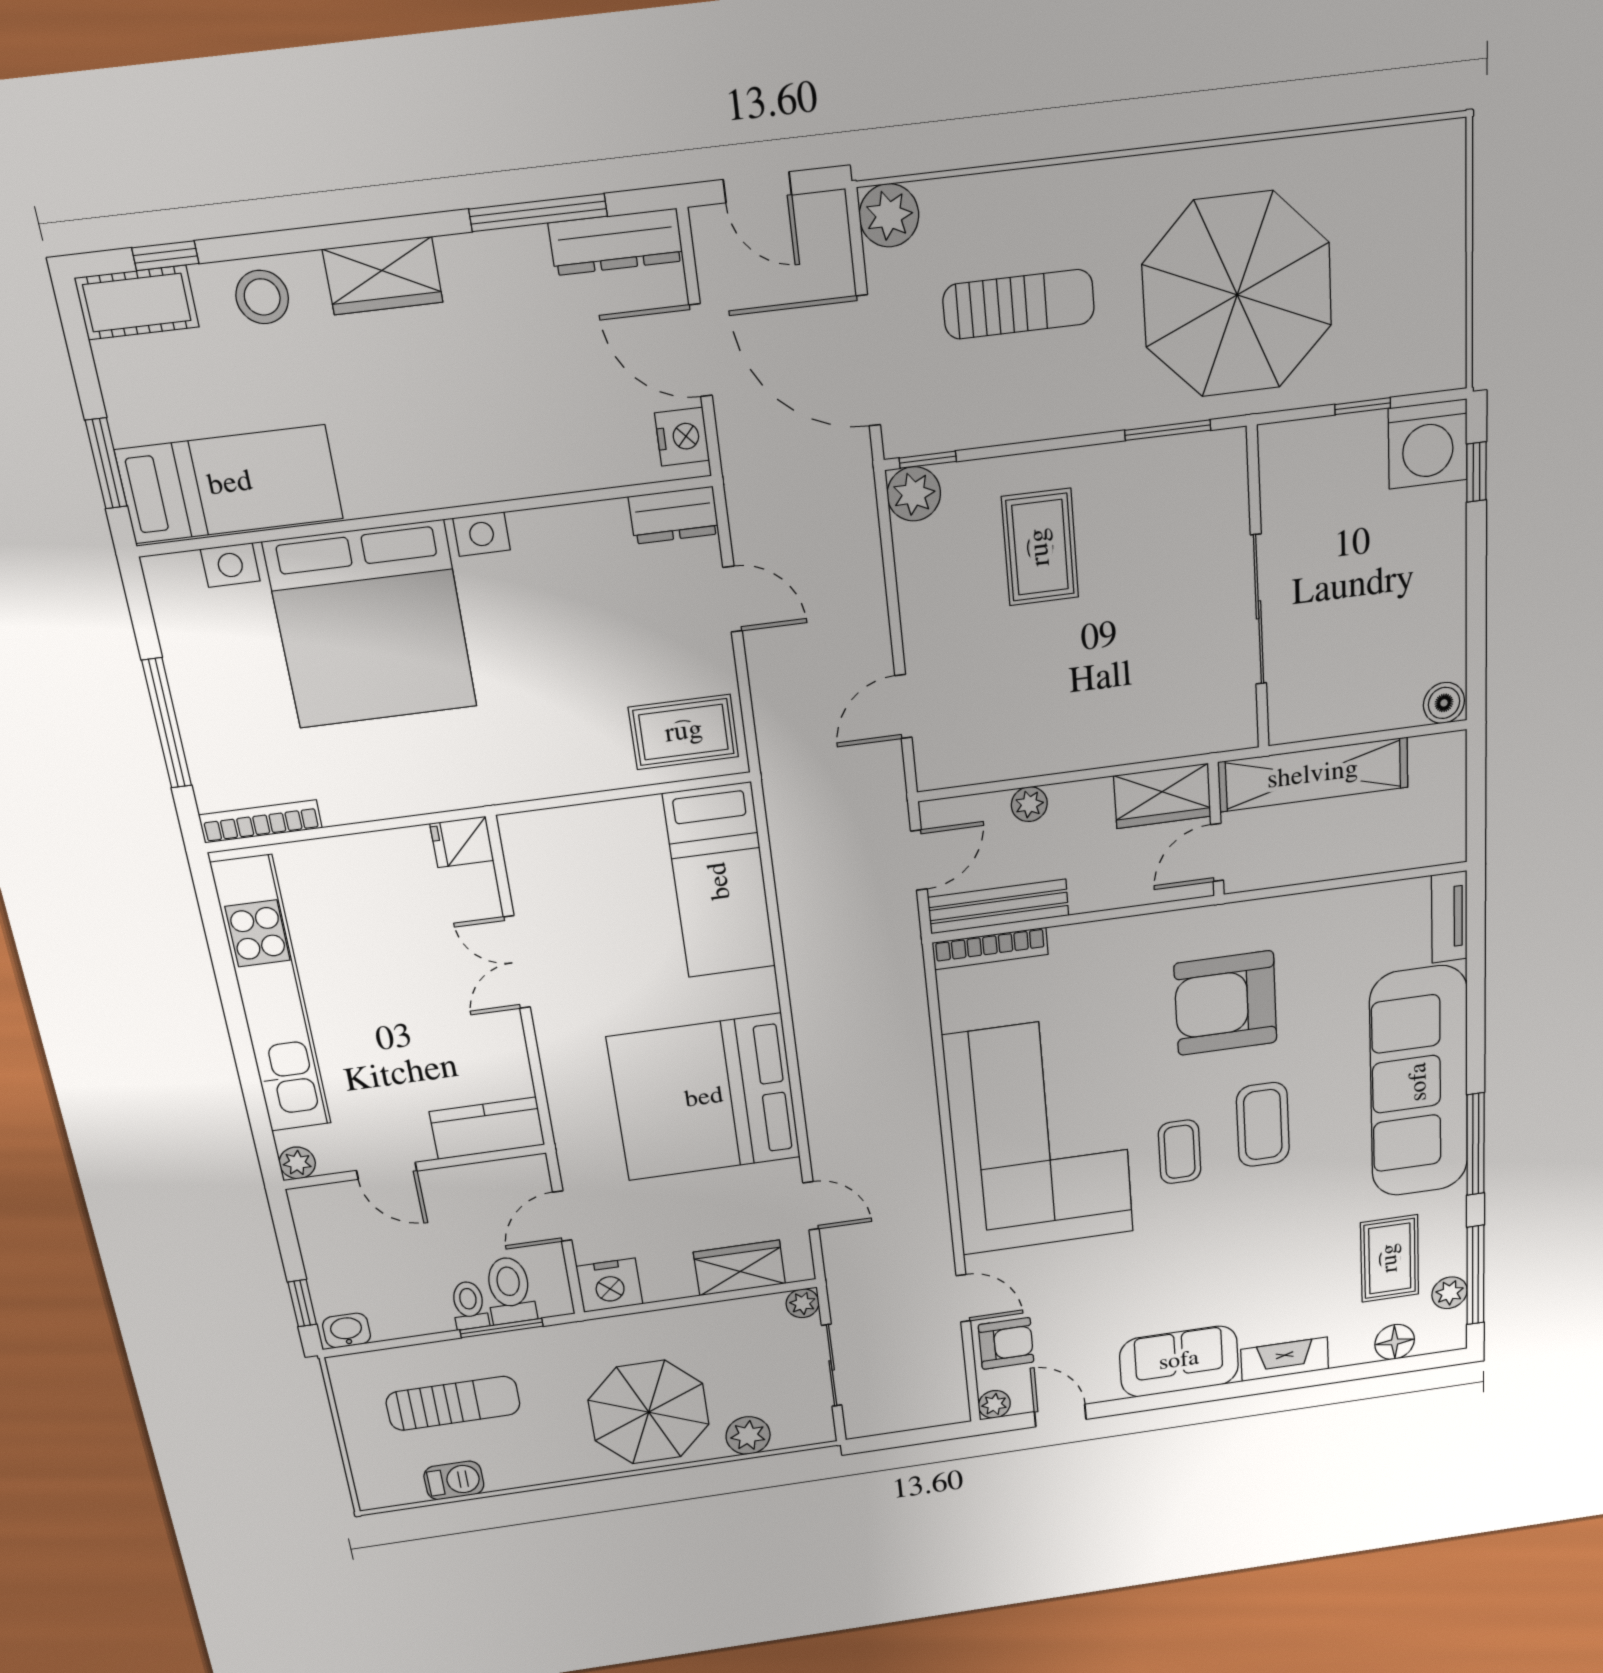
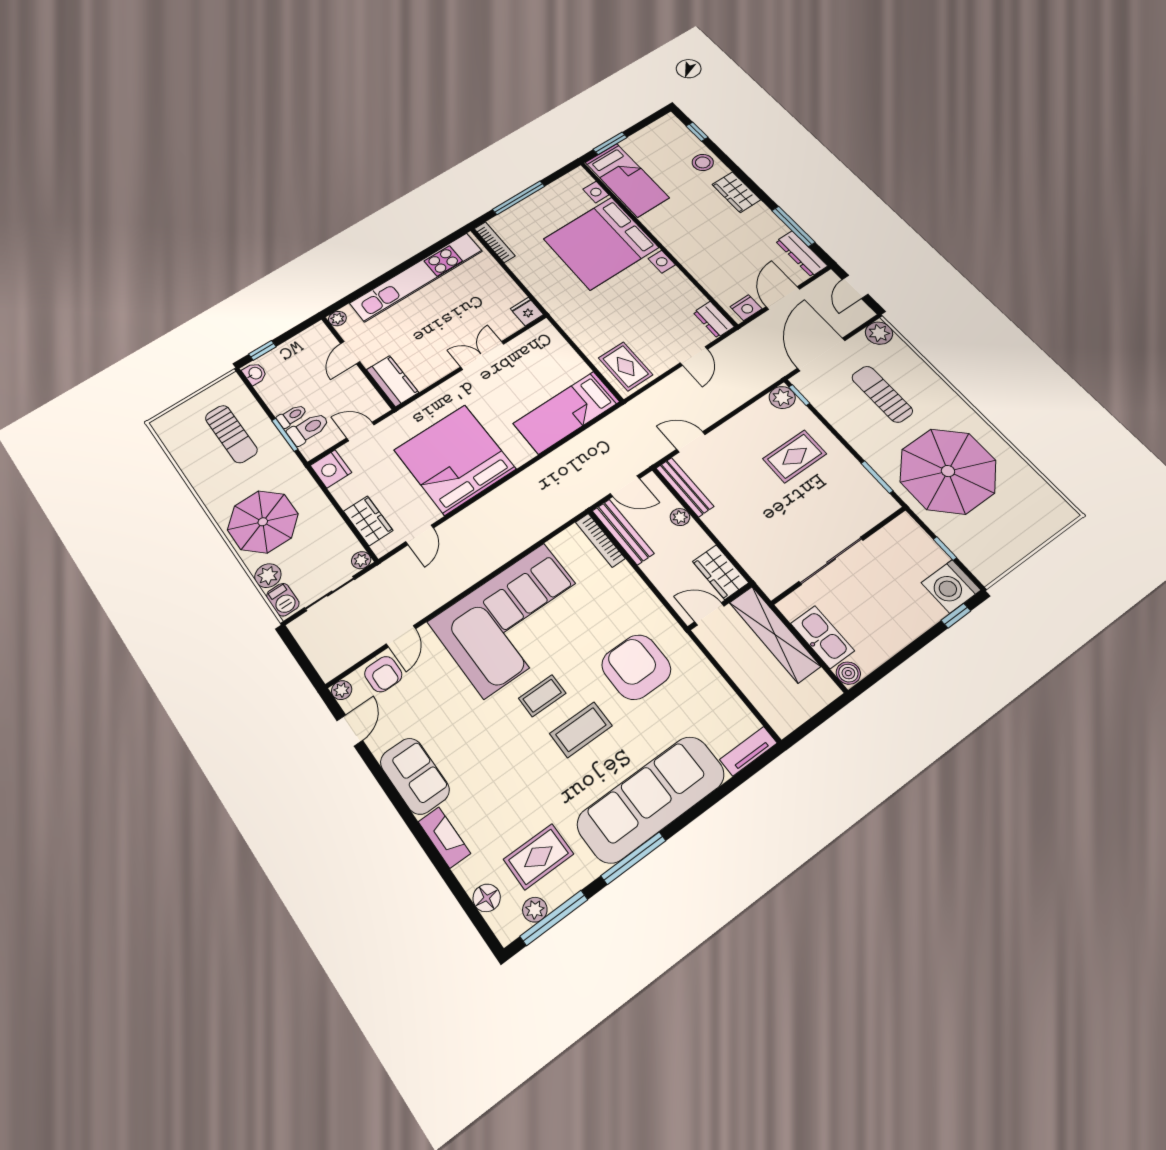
cot: (137, 303) -> (675, 130), removed
sun lounger: (1019, 304) -> (882, 394), turned 180
kitchen sink: (1366, 706) -> (822, 637), added
bench: (981, 766) -> (685, 487), added
barbecue: (454, 1480) -> (283, 600), moved

